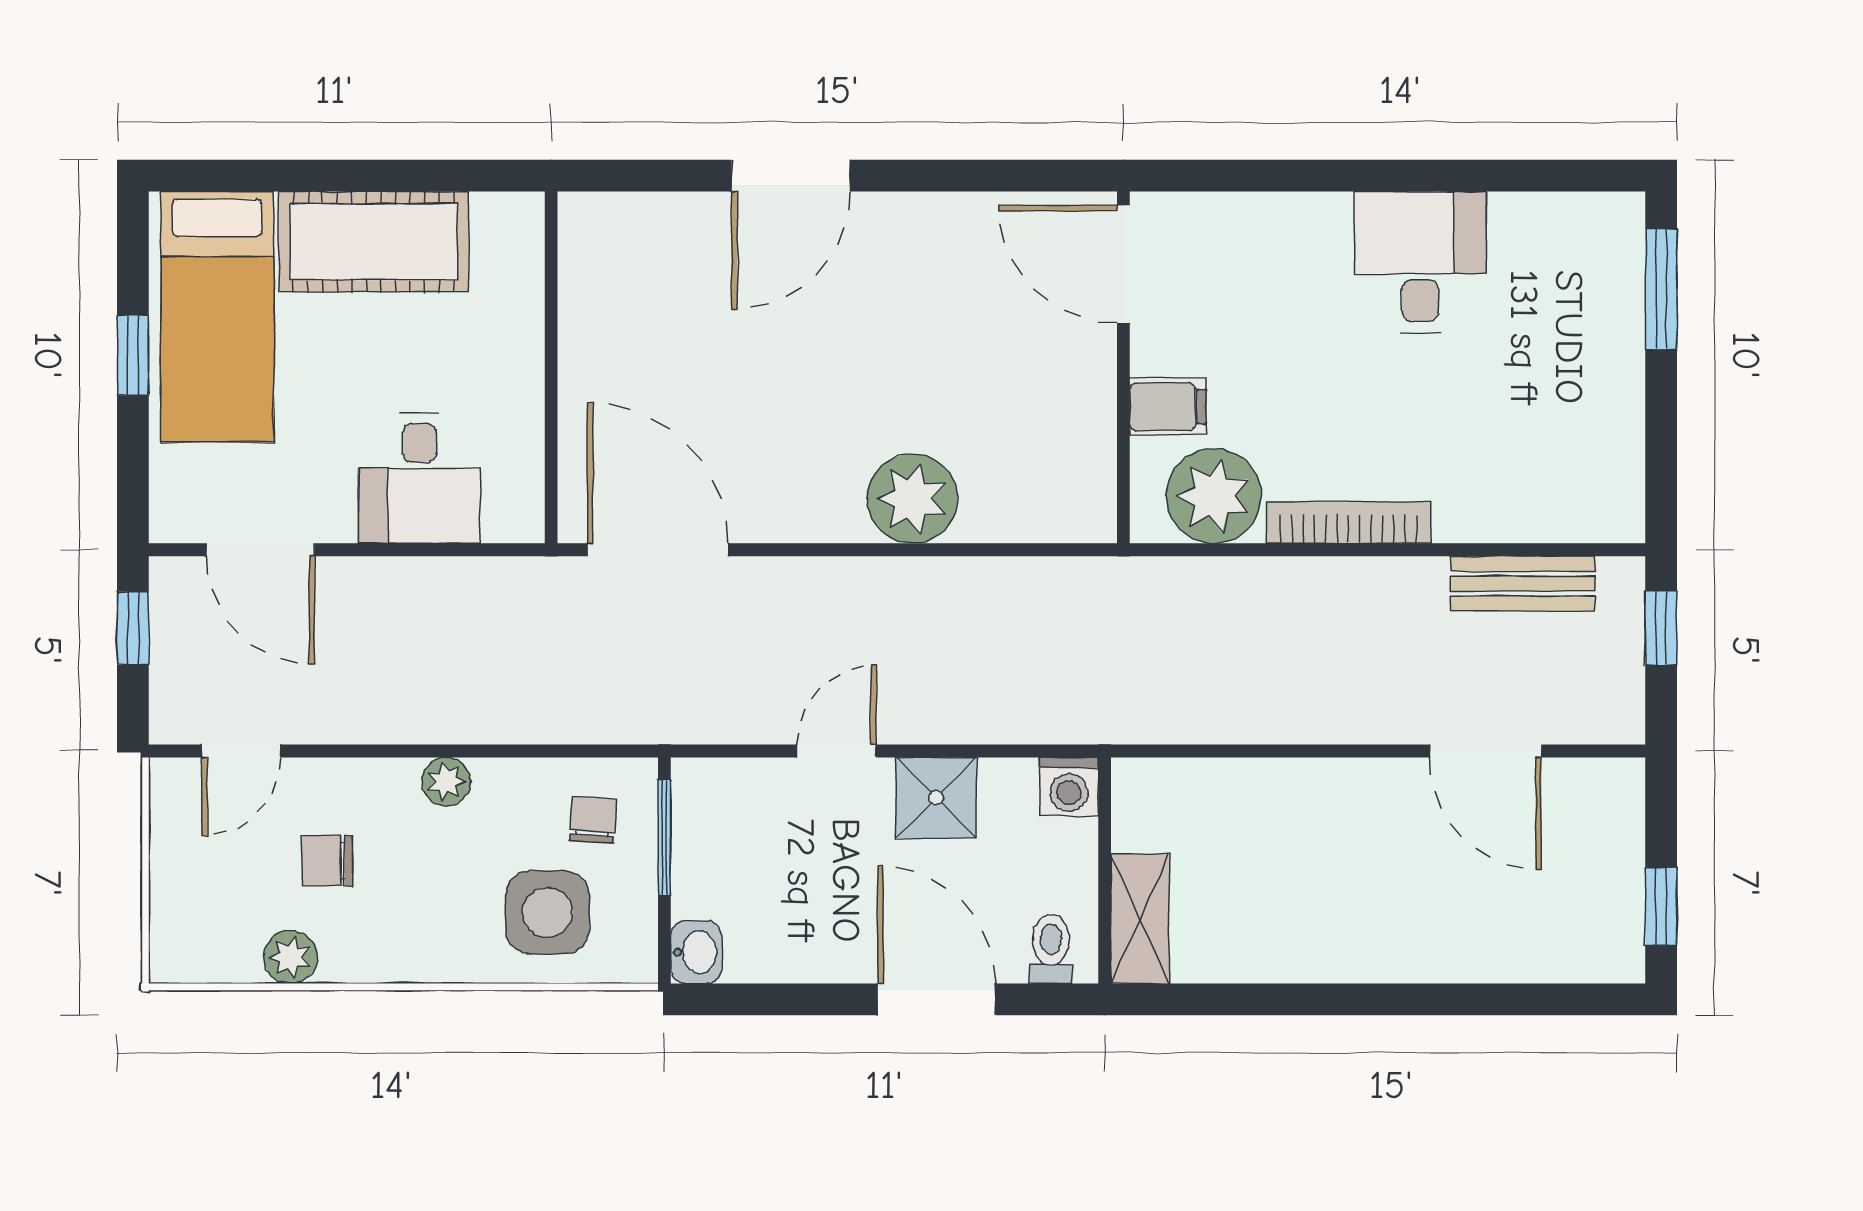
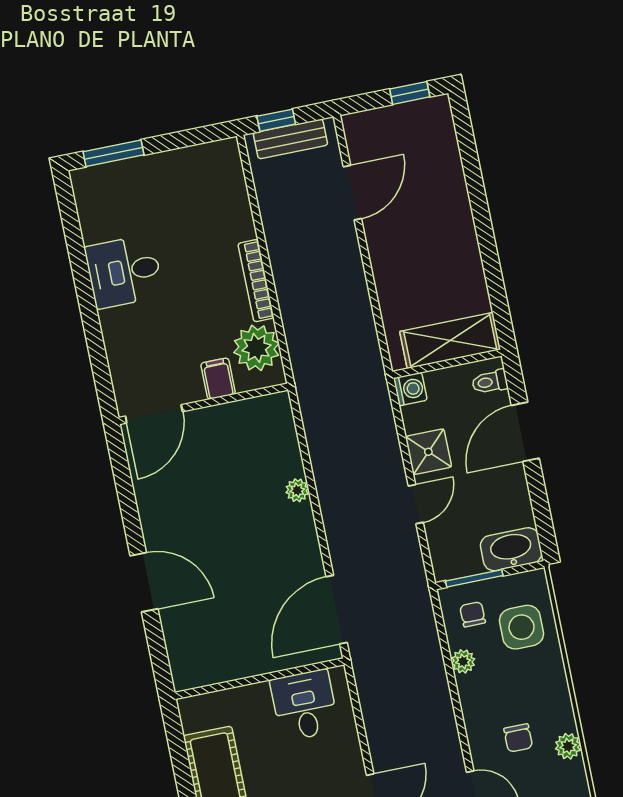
desk: (419, 478) -> (304, 705), moved, turned -90
plant: (912, 499) -> (297, 490), width x0.53, depth x0.53
bench: (1523, 584) -> (290, 139), moved, turned 90
door: (836, 751) -> (416, 504), swing flipped
plant: (446, 782) -> (463, 661), moved
chair: (593, 820) -> (473, 614), turned 86
shelving: (1140, 919) -> (450, 340), width x1.50, depth x1.33
washbasin: (696, 952) -> (511, 549), width x1.91, depth x1.45

